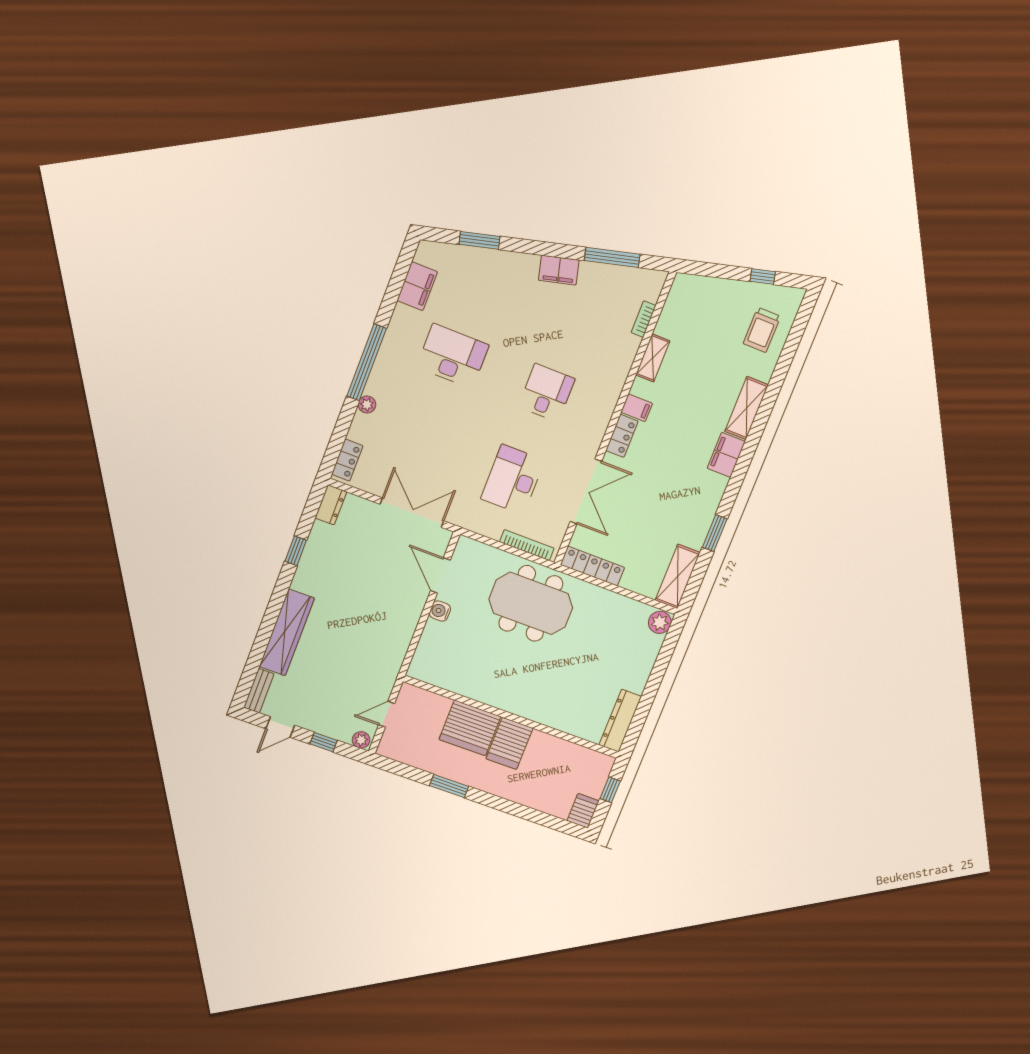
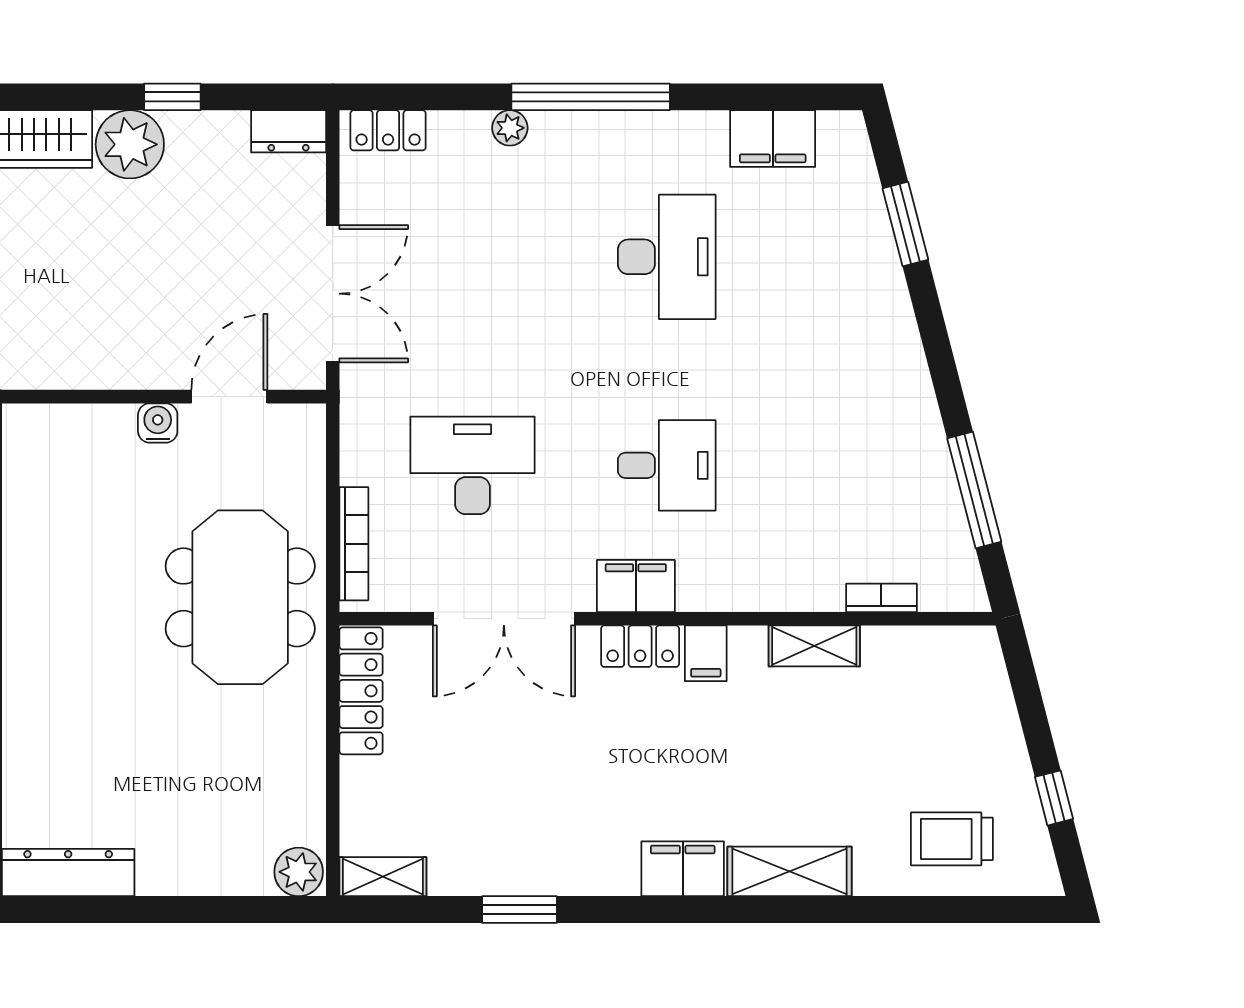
filing cabinet: (559, 270) -> (636, 586), moved, turned 105
shelving: (678, 576) -> (383, 877), width x0.67, depth x0.75
plant: (310, 577) -> (130, 144), added

